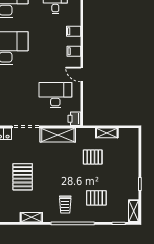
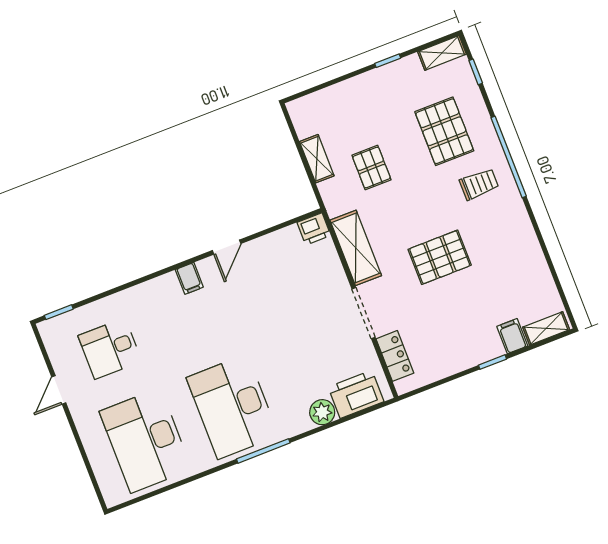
filing cabinet: (74, 31) -> (153, 293), removed
desk: (55, 95) -> (284, 281), removed
pallet: (23, 177) -> (440, 257), moved
pallet: (96, 198) -> (444, 131), width x1.50, depth x1.42
shelving: (31, 217) -> (527, 238), removed

